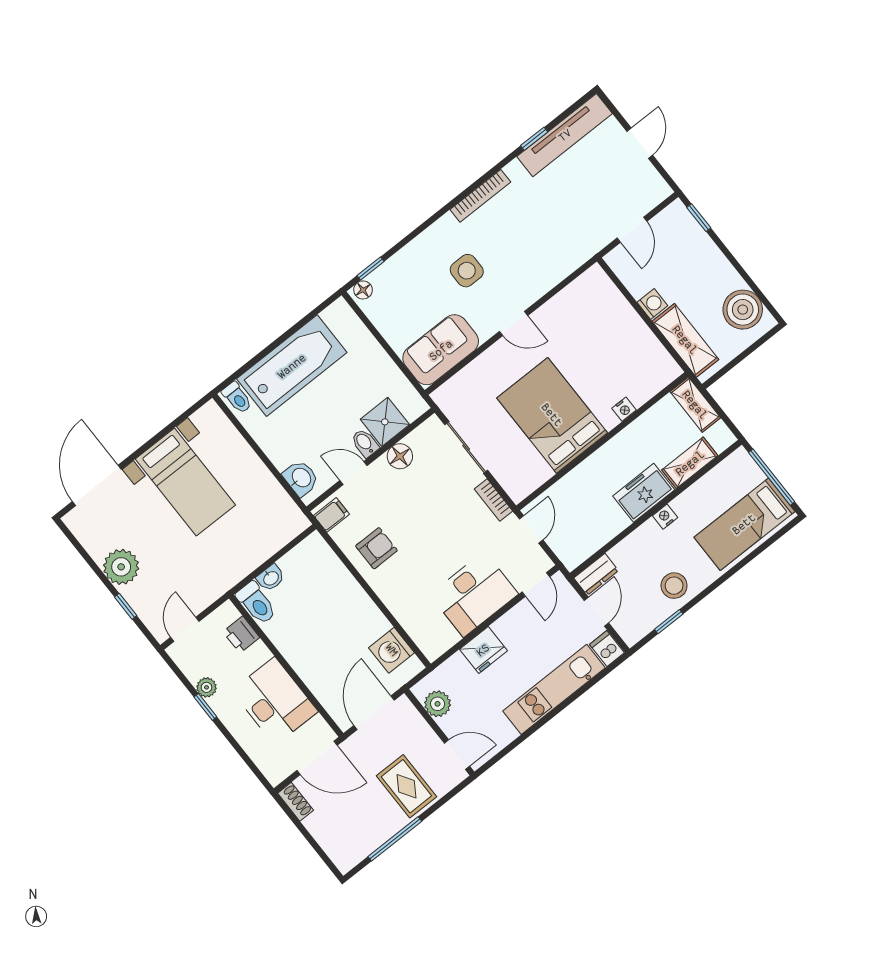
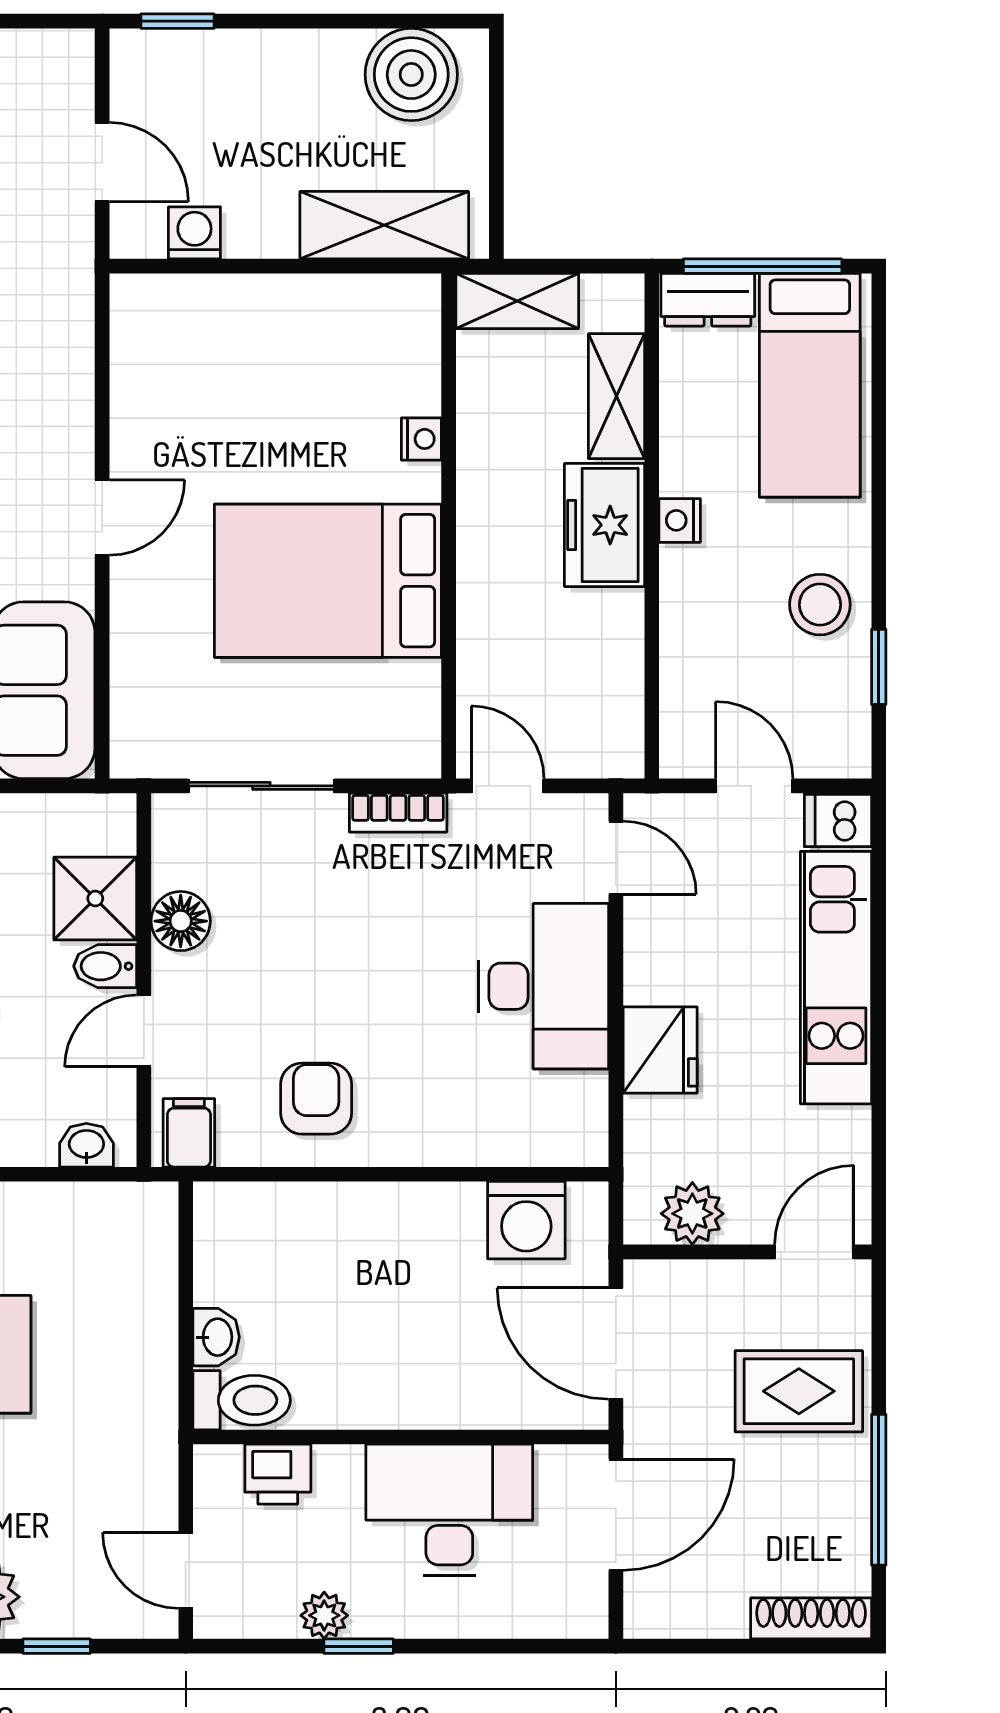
washing machine: (652, 304) -> (194, 233), moved
washbasin: (301, 478) -> (86, 1145), width x0.72, depth x0.69
dresser: (596, 574) -> (708, 300), moved, turned 90
shoe rack: (296, 802) -> (811, 1618), moved, width x1.43

